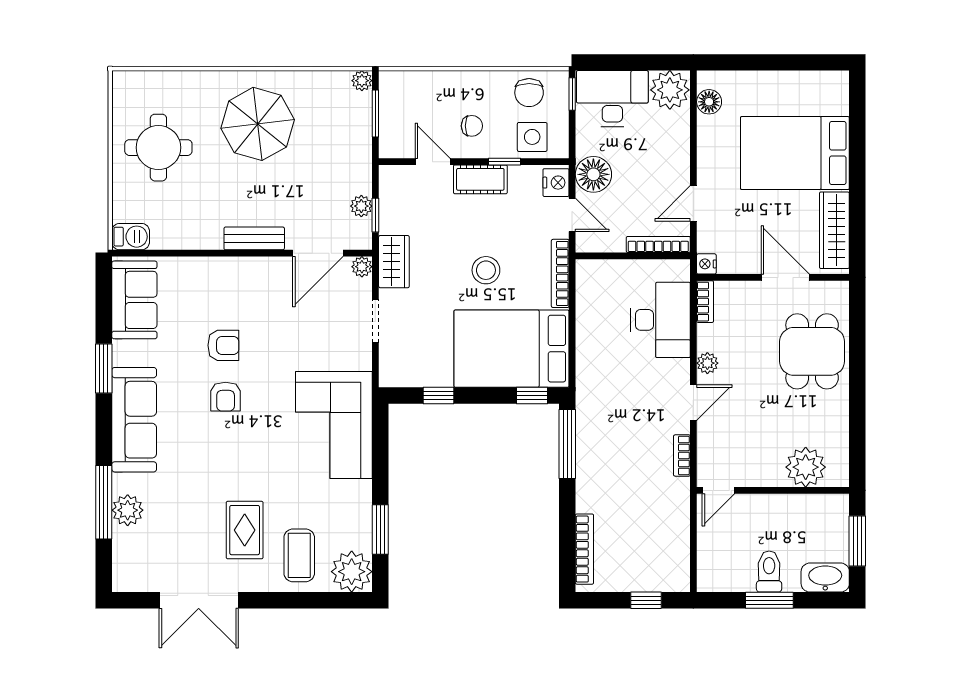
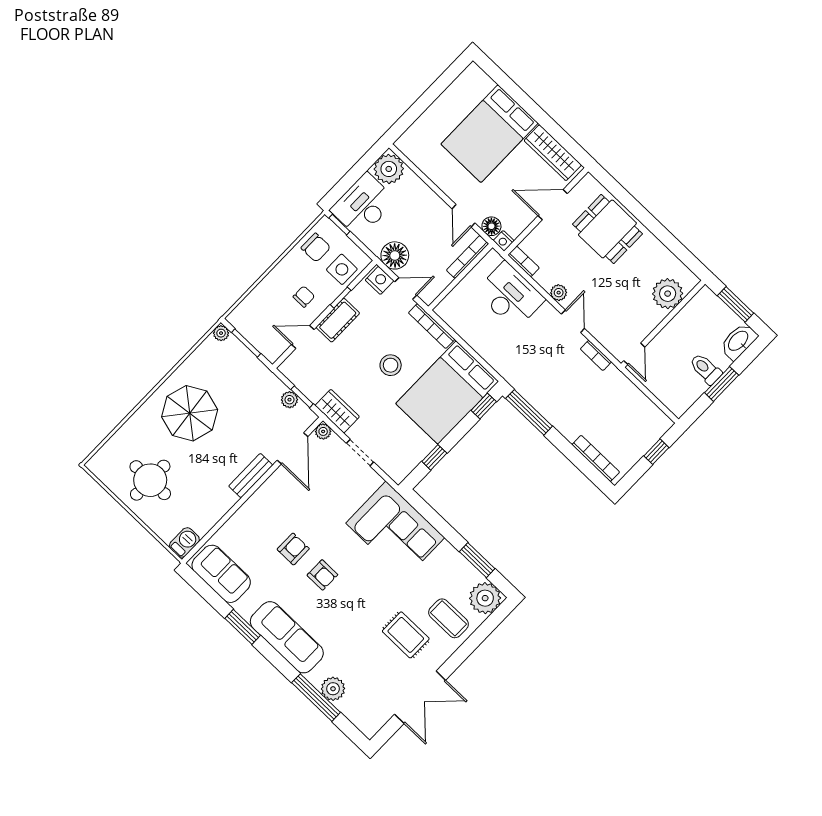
floor lamp: (709, 102) -> (491, 226), moved

